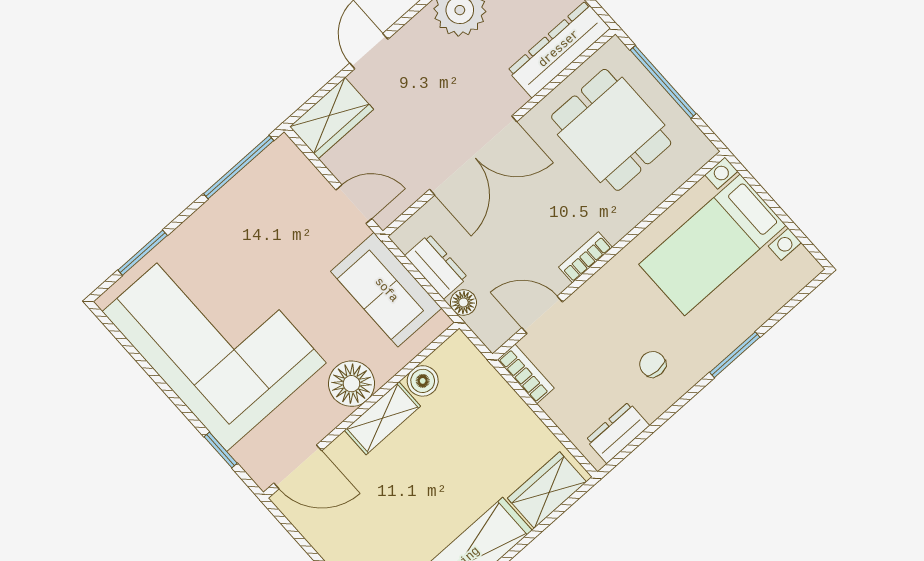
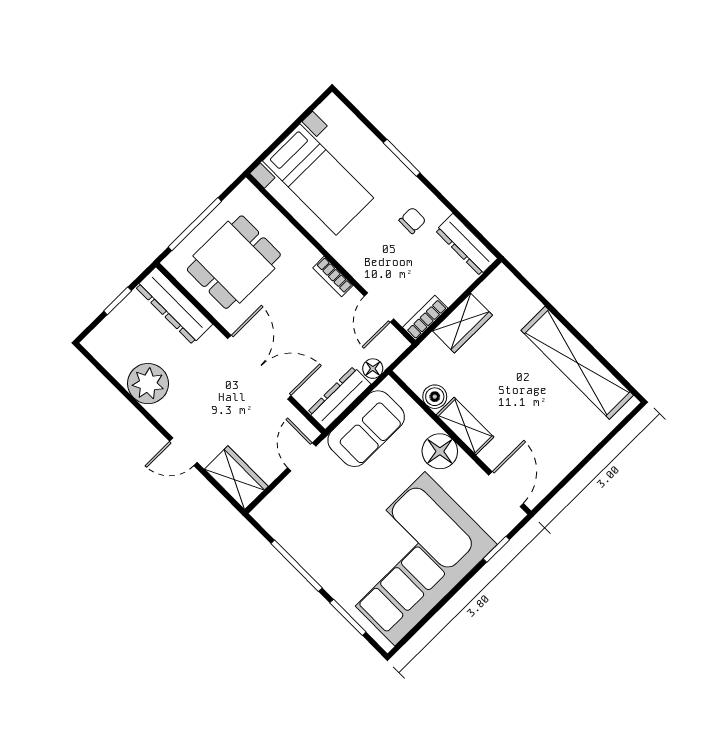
window: (239, 167) -> (297, 566), moved
dresser: (436, 267) -> (339, 398), width x1.44
chair: (653, 364) -> (412, 220), turned 180
dresser: (618, 433) -> (466, 245), width x1.44
wardrobe: (547, 490) -> (462, 323), moved, turned -90

